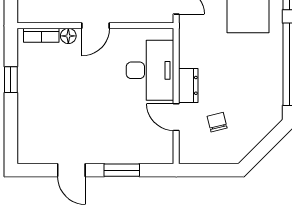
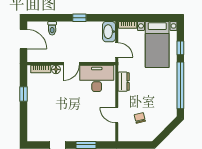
desk: (150, 70) -> (97, 78), moved, turned -90
dresser: (188, 85) -> (124, 82), moved

